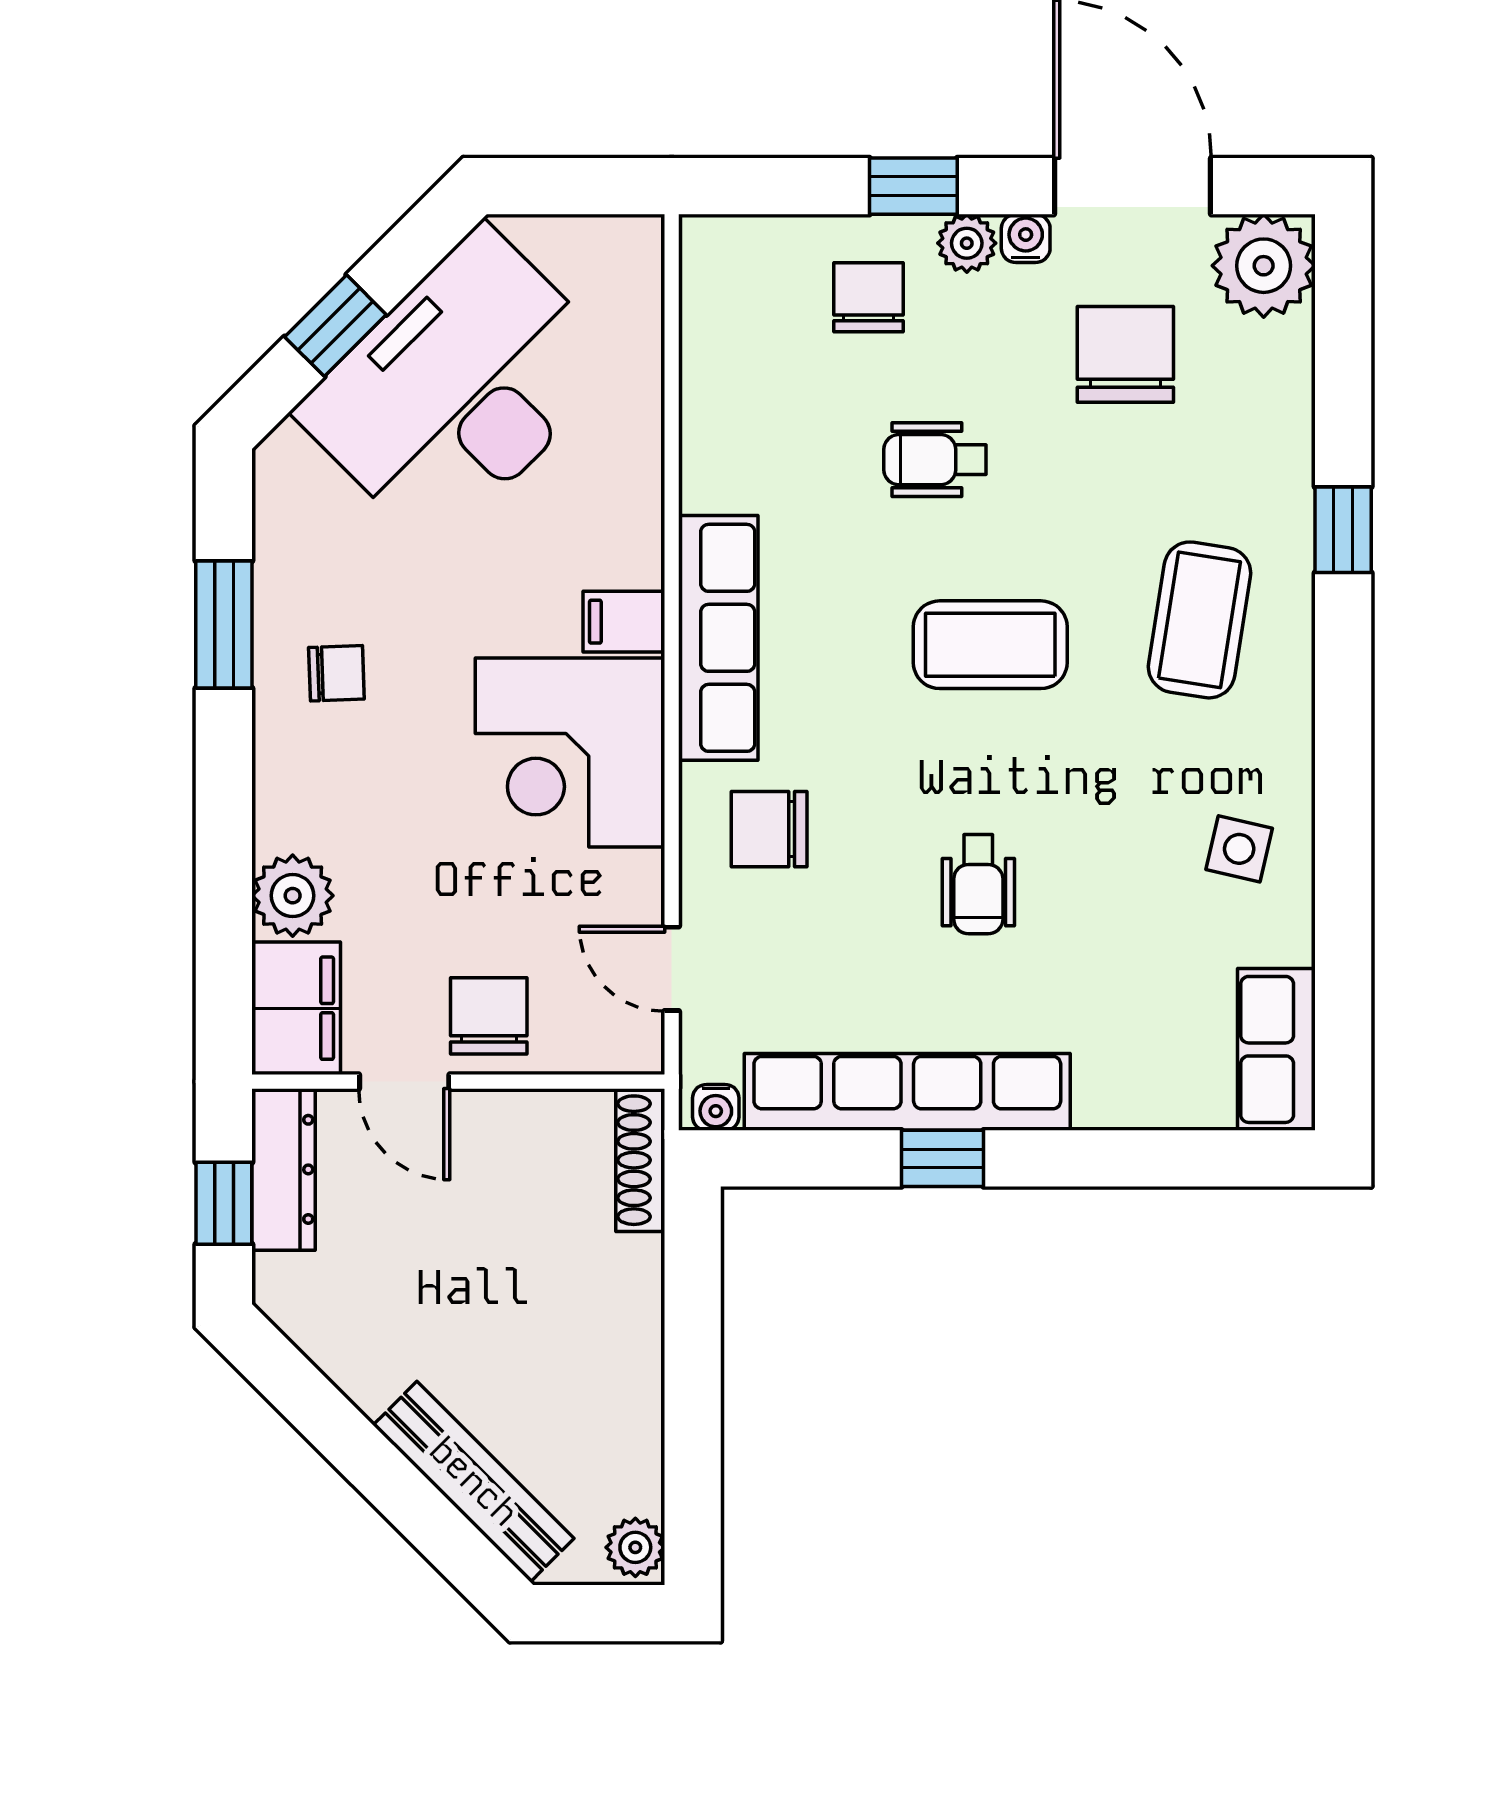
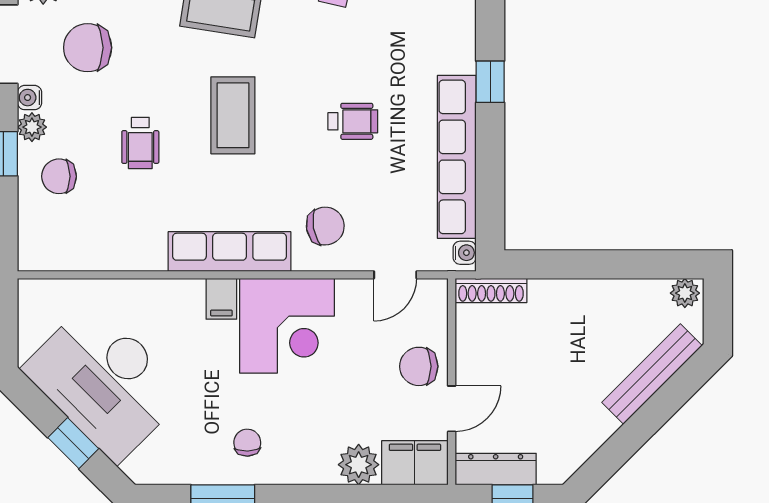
chair: (769, 829) -> (325, 226), turned -100
window: (943, 1158) -> (490, 82), moved

